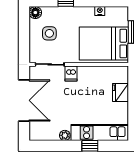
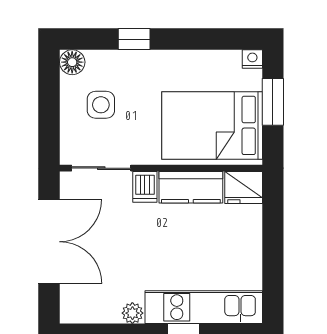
nightstand: (100, 11) -> (252, 59), moved
kitchen counter: (93, 74) -> (191, 187), added
fridge: (121, 93) -> (244, 187), moved, turned -90

